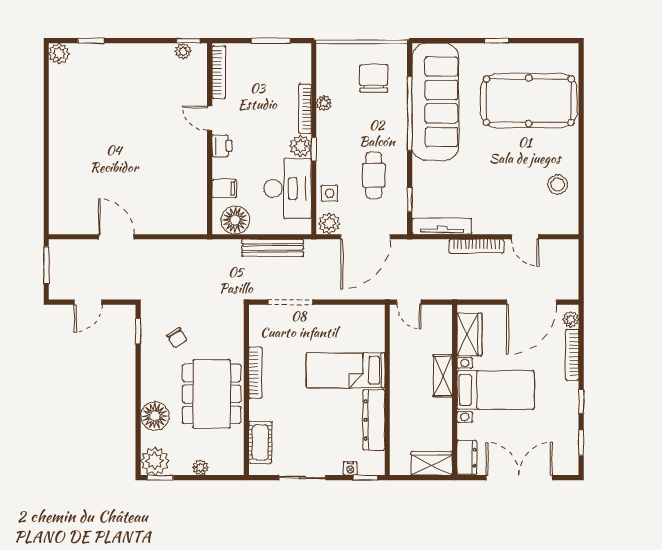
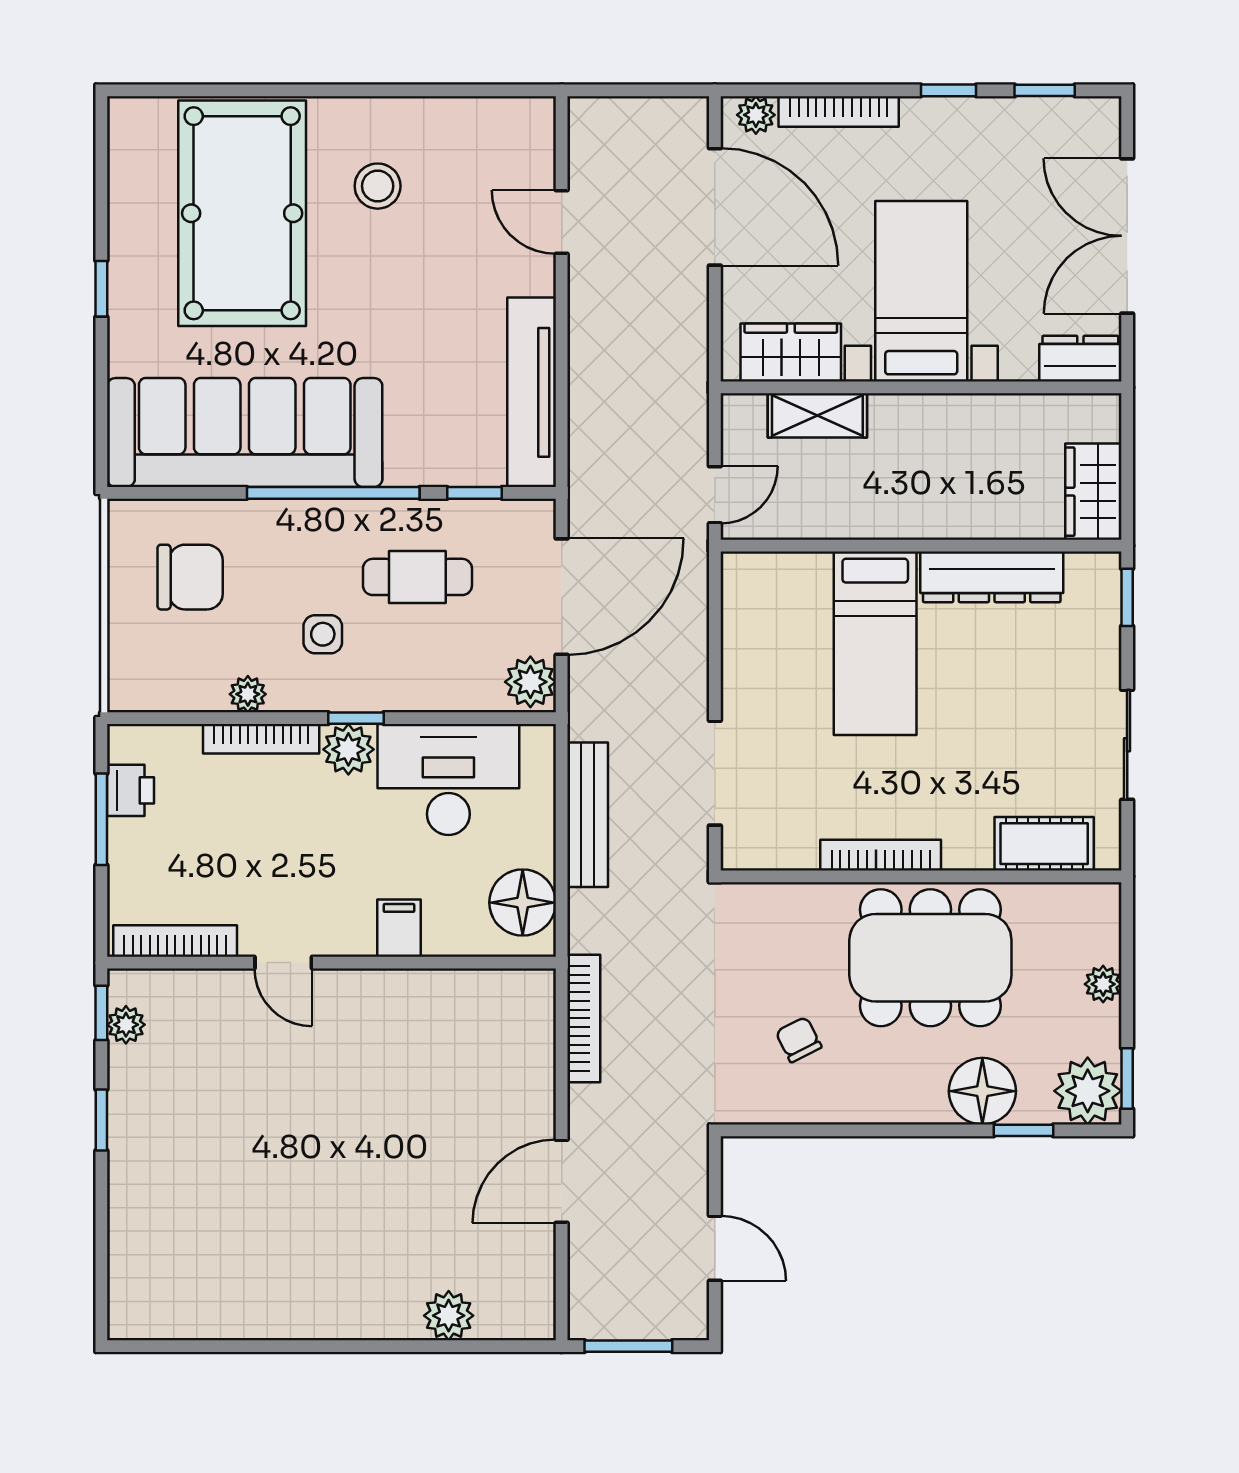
window: (91, 41) -> (101, 1120), moved
plant: (59, 54) -> (449, 1316), moved
chair: (374, 78) -> (190, 577), turned 180
window: (410, 113) -> (333, 493), moved
door: (210, 118) -> (283, 963), hinge flipped
printer: (222, 146) -> (130, 790), moved, turned 90
stool: (558, 185) -> (378, 186), moved
filing cabinet: (224, 189) -> (399, 928), moved
side table: (329, 193) -> (323, 634), moved
tv unit: (442, 226) -> (532, 392), width x1.36, depth x1.29
door: (365, 237) -> (562, 597), hinge flipped
door: (525, 237) -> (562, 222), swing flipped
bookcase: (476, 246) -> (584, 1018), moved
window: (138, 331) -> (1024, 1130), moved
chair: (177, 338) -> (799, 1040), turned -86
shelving: (443, 376) -> (817, 415), moved
wardrobe: (432, 463) -> (1093, 492), moved
nightstand: (350, 468) -> (1106, 632), removed

